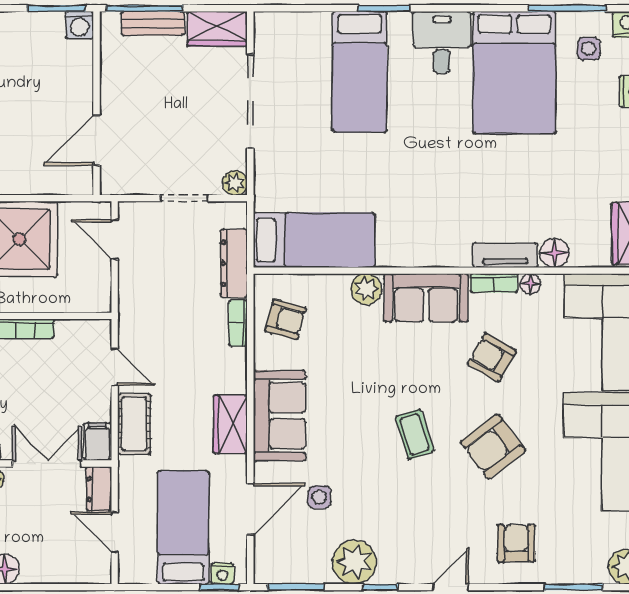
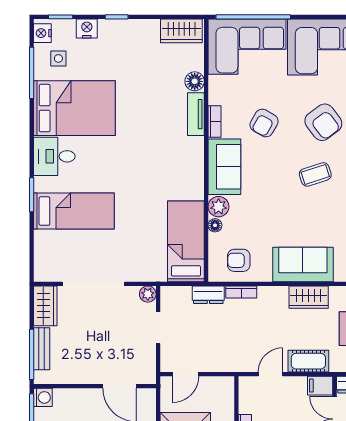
dresser: (234, 263) -> (208, 295), width x0.70
floor lamp: (530, 284) -> (215, 225), moved
armchair: (286, 319) -> (239, 260), turned -105

